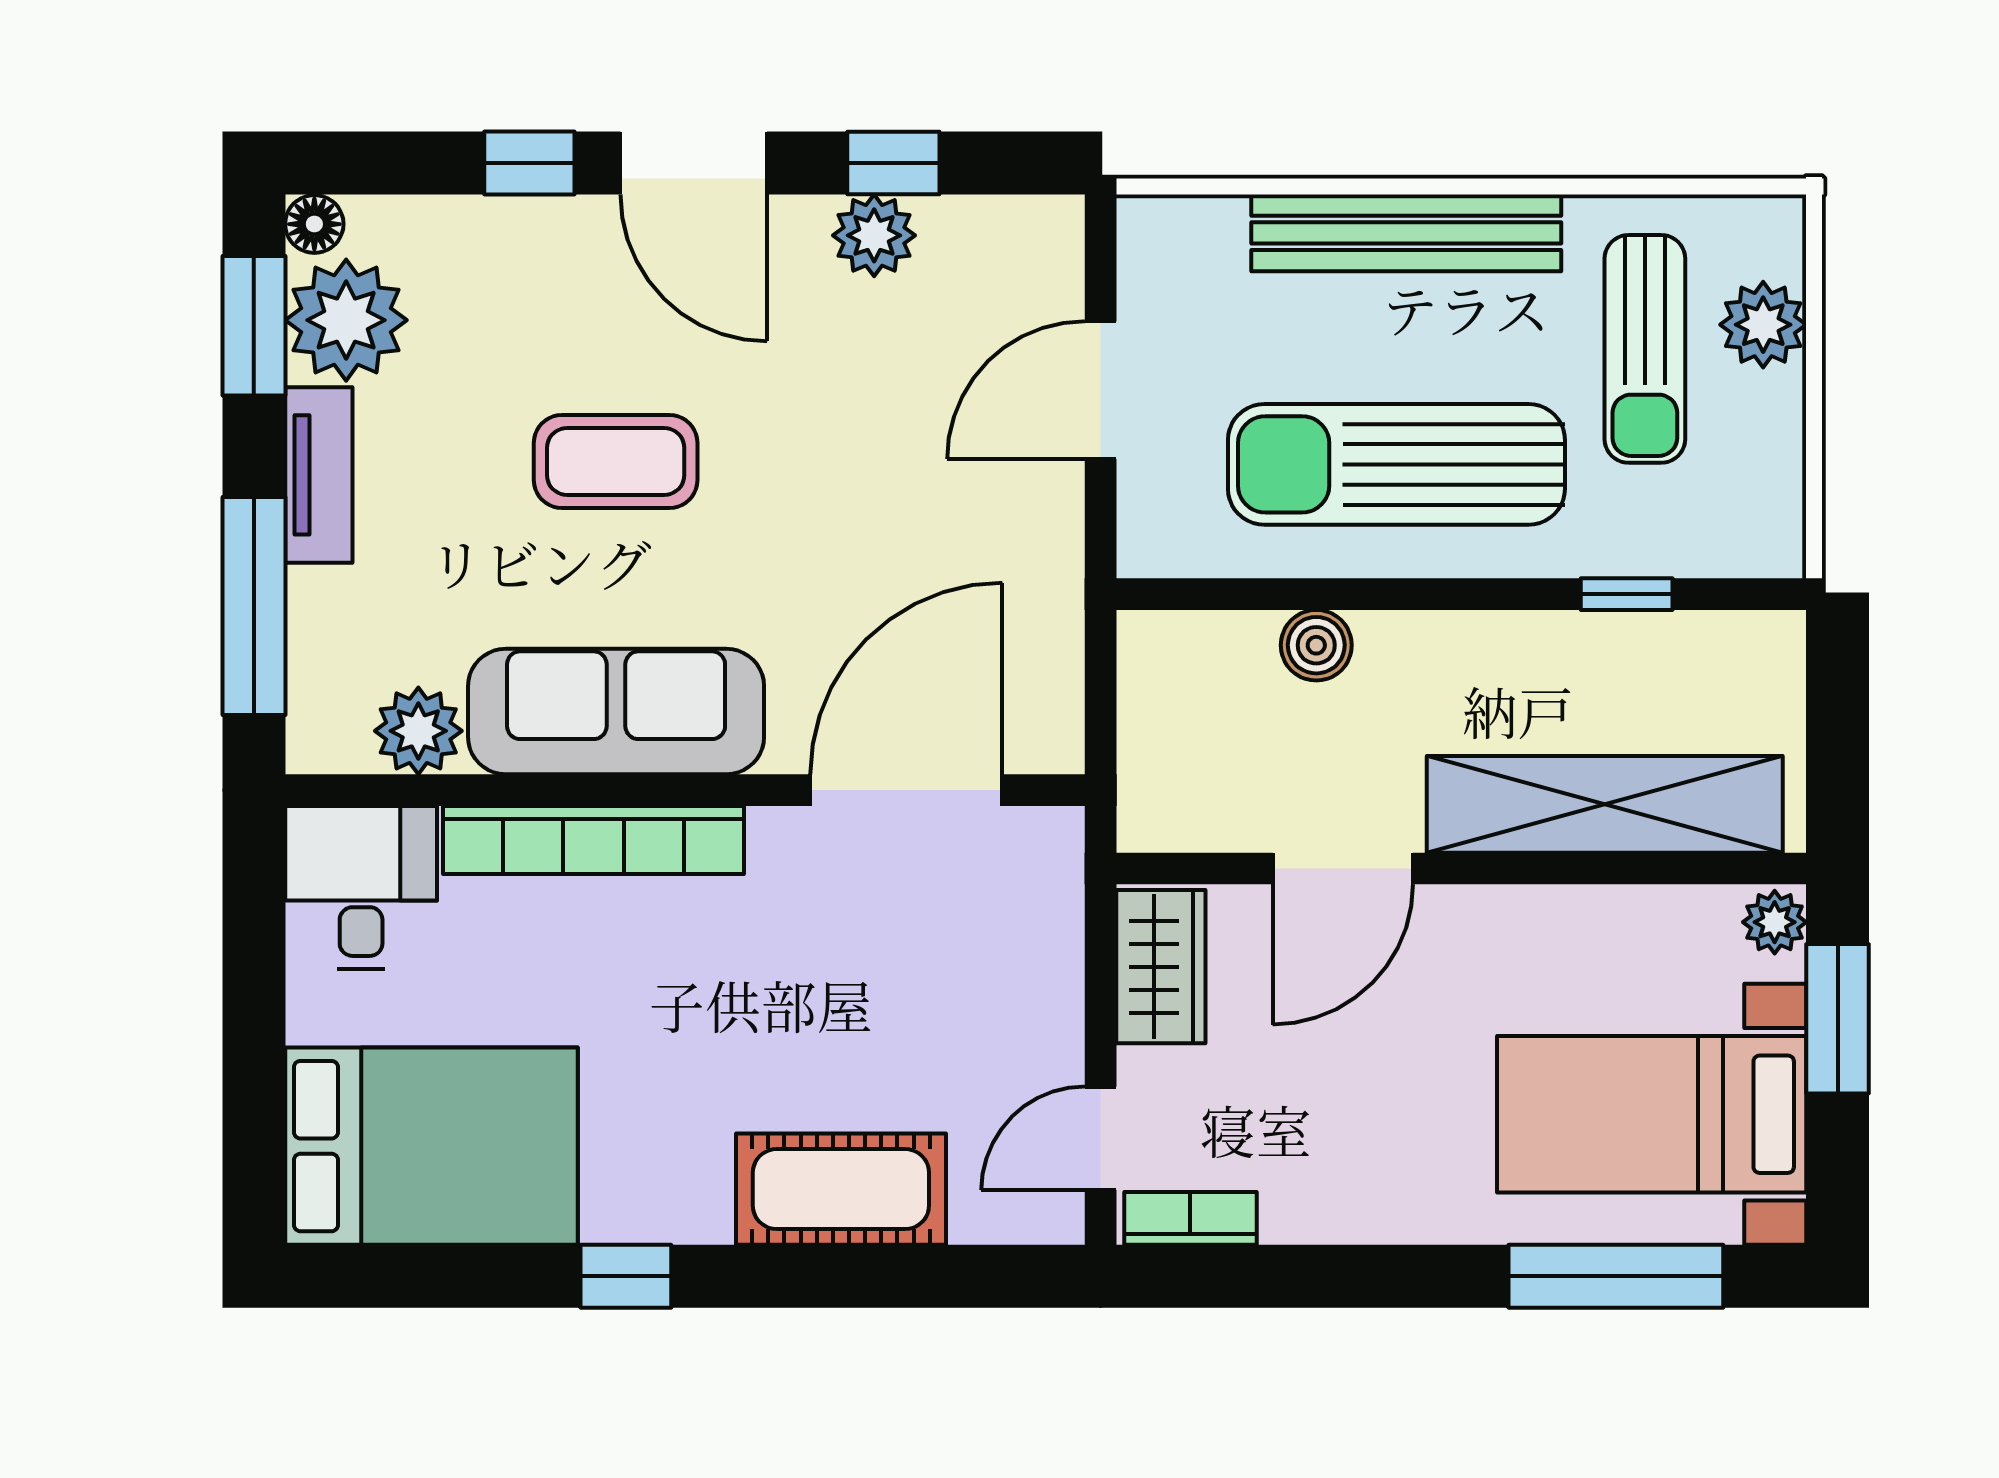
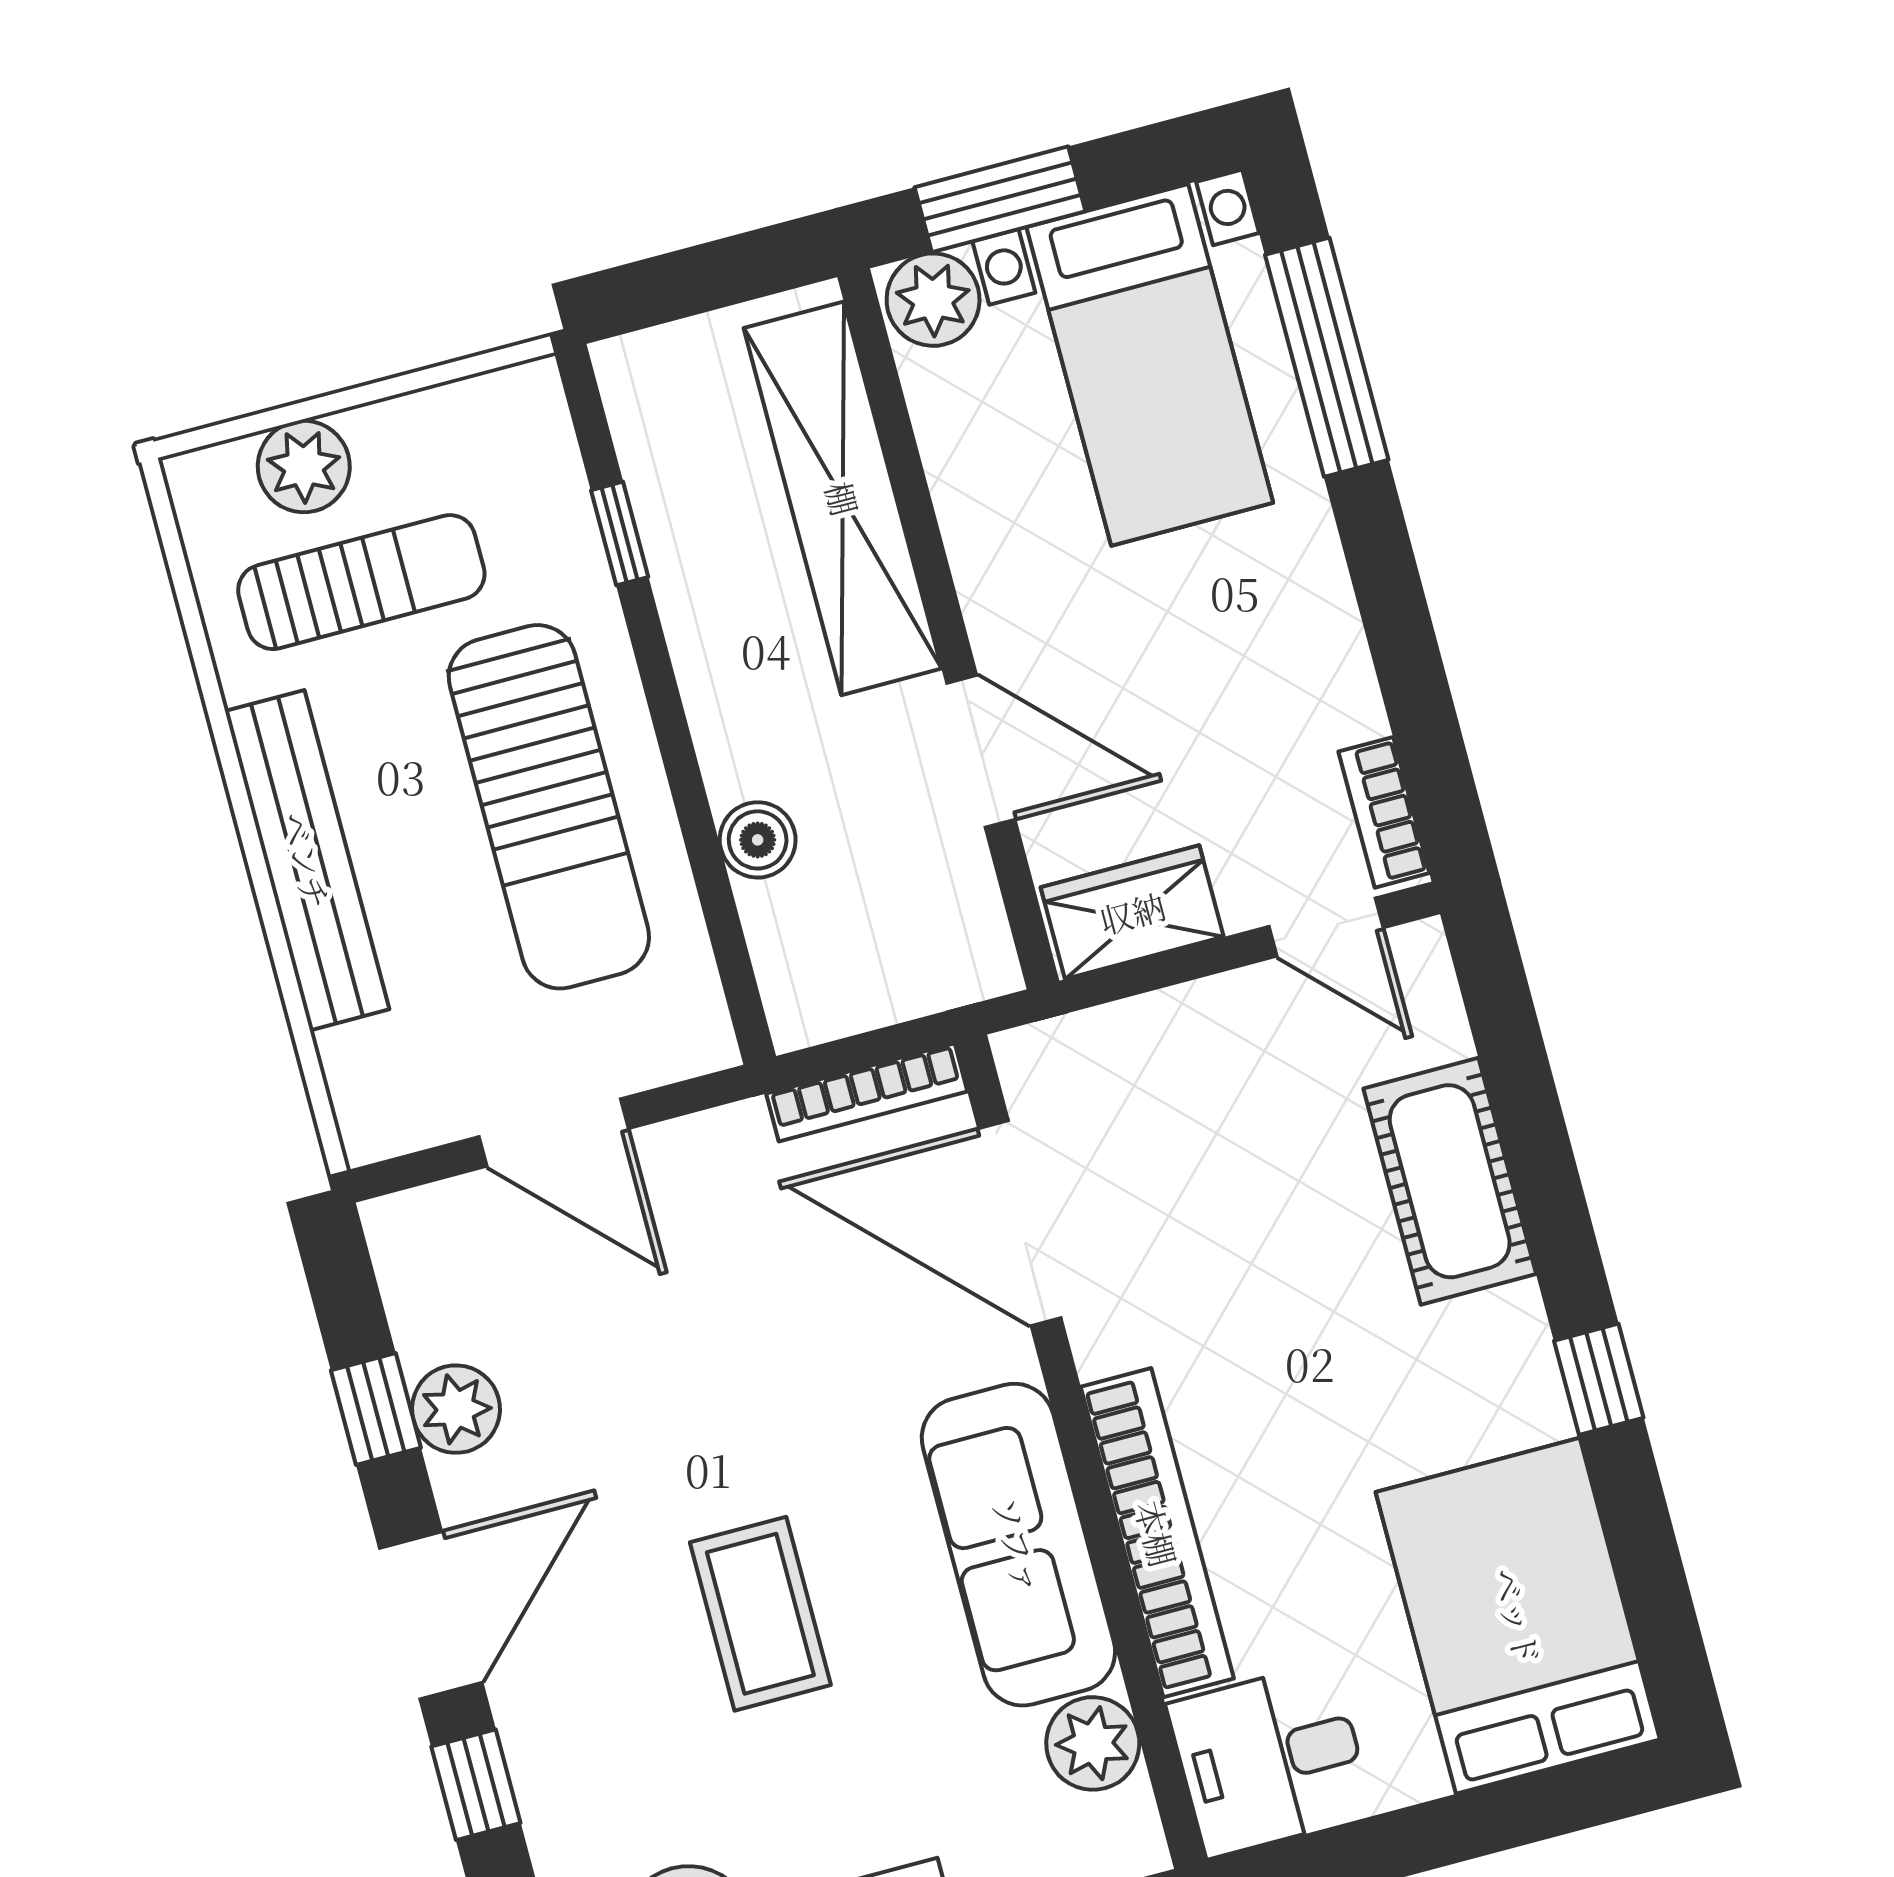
bookcase: (1062, 683) -> (867, 1092), added
plant: (1775, 922) -> (933, 300), width x1.38, depth x1.38

